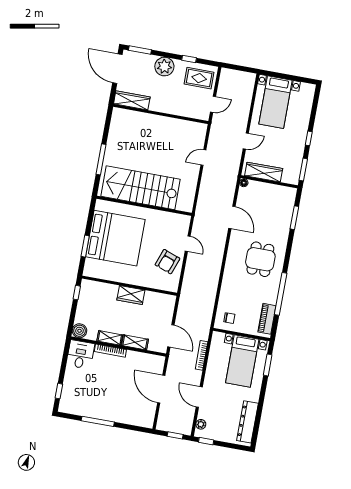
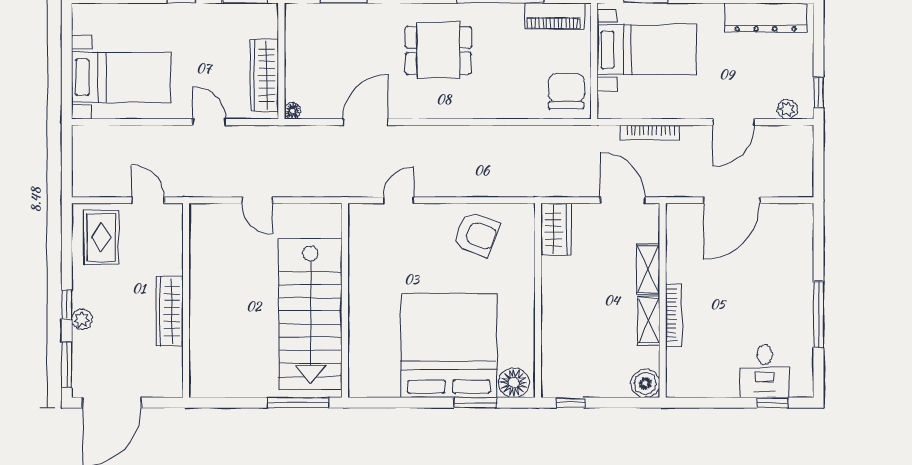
window: (189, 59) -> (67, 305), moved
plant: (164, 67) -> (82, 319), width x0.53, depth x0.53
wardrobe: (132, 100) -> (170, 311), moved
stairs: (141, 188) -> (310, 314), moved
wall: (144, 206) -> (345, 300), moved
door: (188, 244) -> (398, 200), moved
floor lamp: (92, 267) -> (514, 383), added
wardrobe: (131, 295) -> (556, 229), moved
chair: (229, 318) -> (566, 91), width x1.87, depth x1.87
door: (171, 336) -> (623, 200), hinge flipped
desk: (80, 354) -> (765, 371), moved, turned -90
window: (175, 435) -> (819, 156), removed

